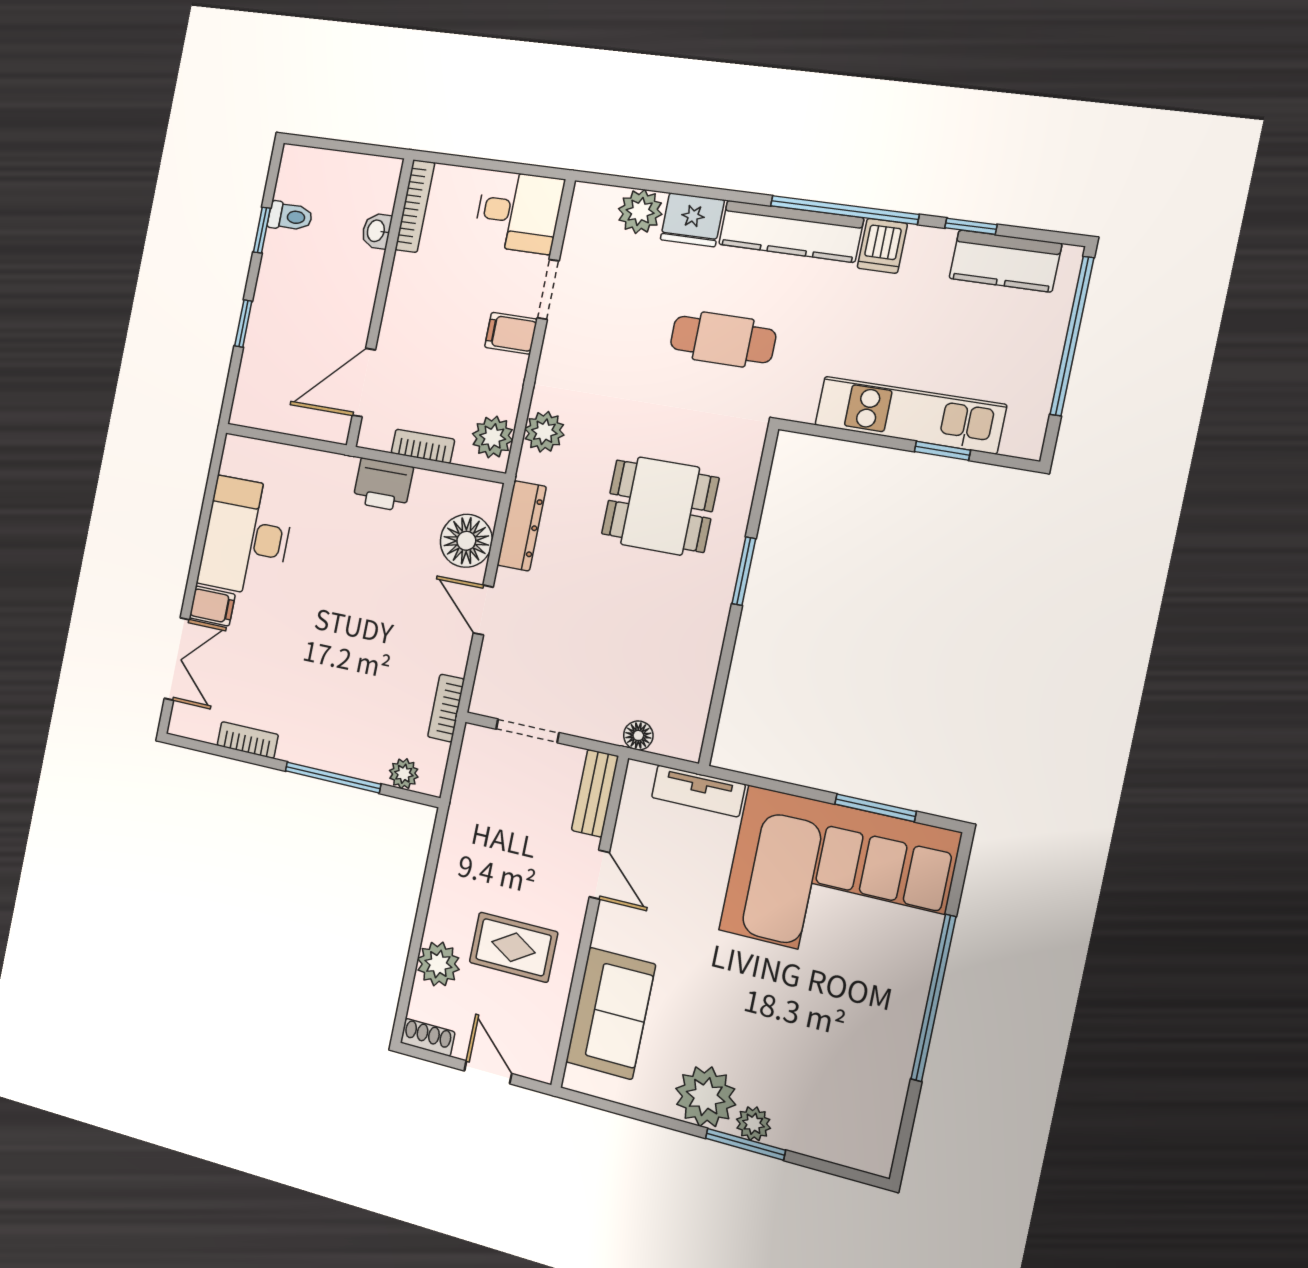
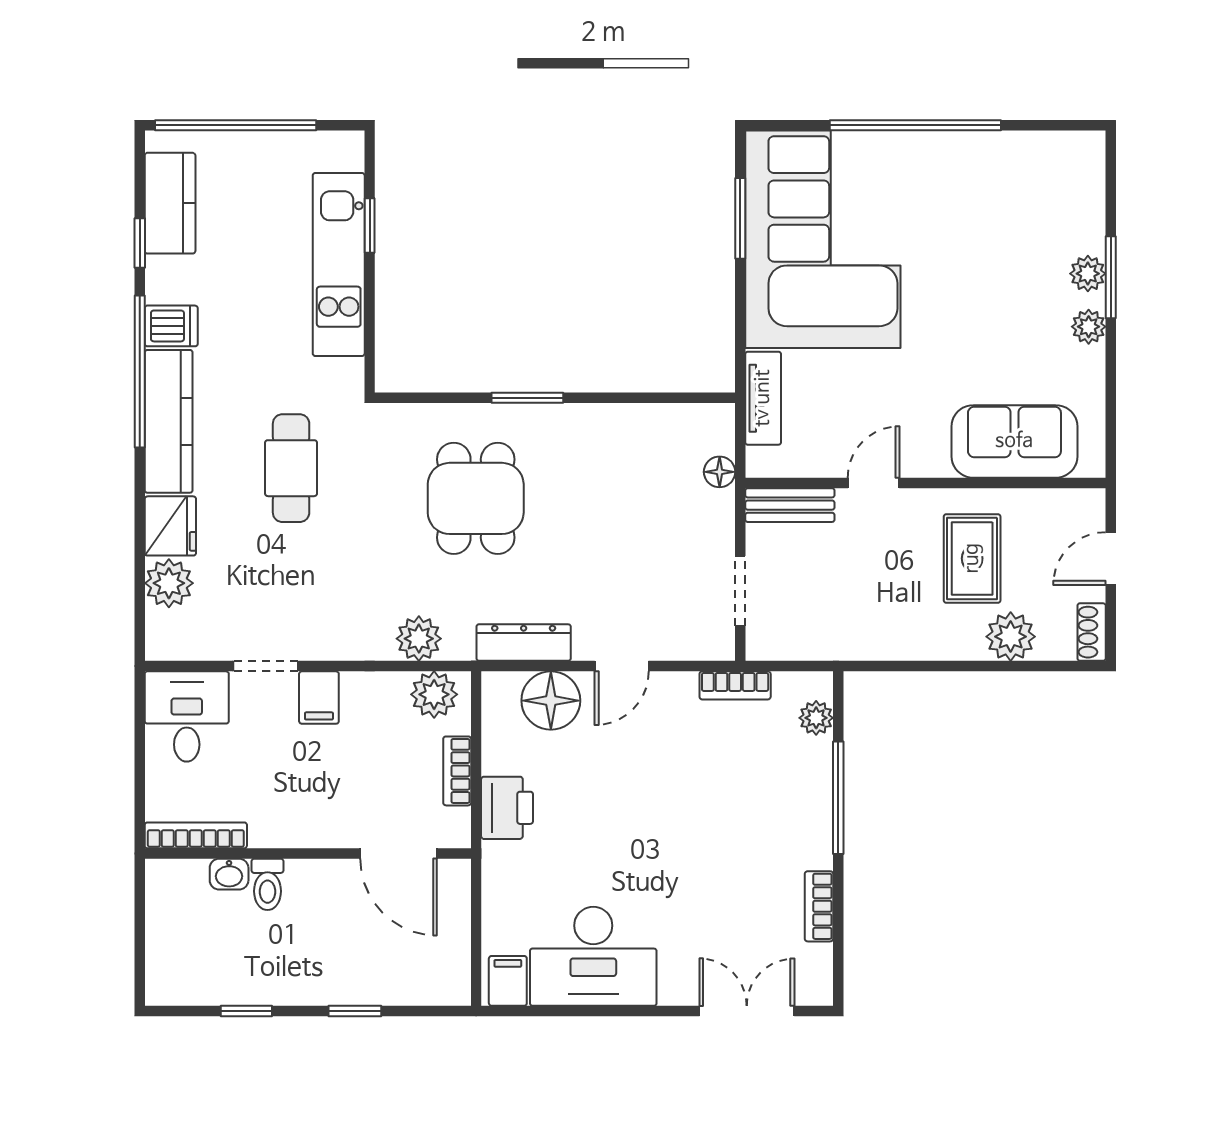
toilet: (290, 216) -> (268, 884), moved, turned 180
filing cabinet: (212, 606) -> (508, 981), moved
plant: (706, 1097) -> (1089, 327), width x0.53, depth x0.53

